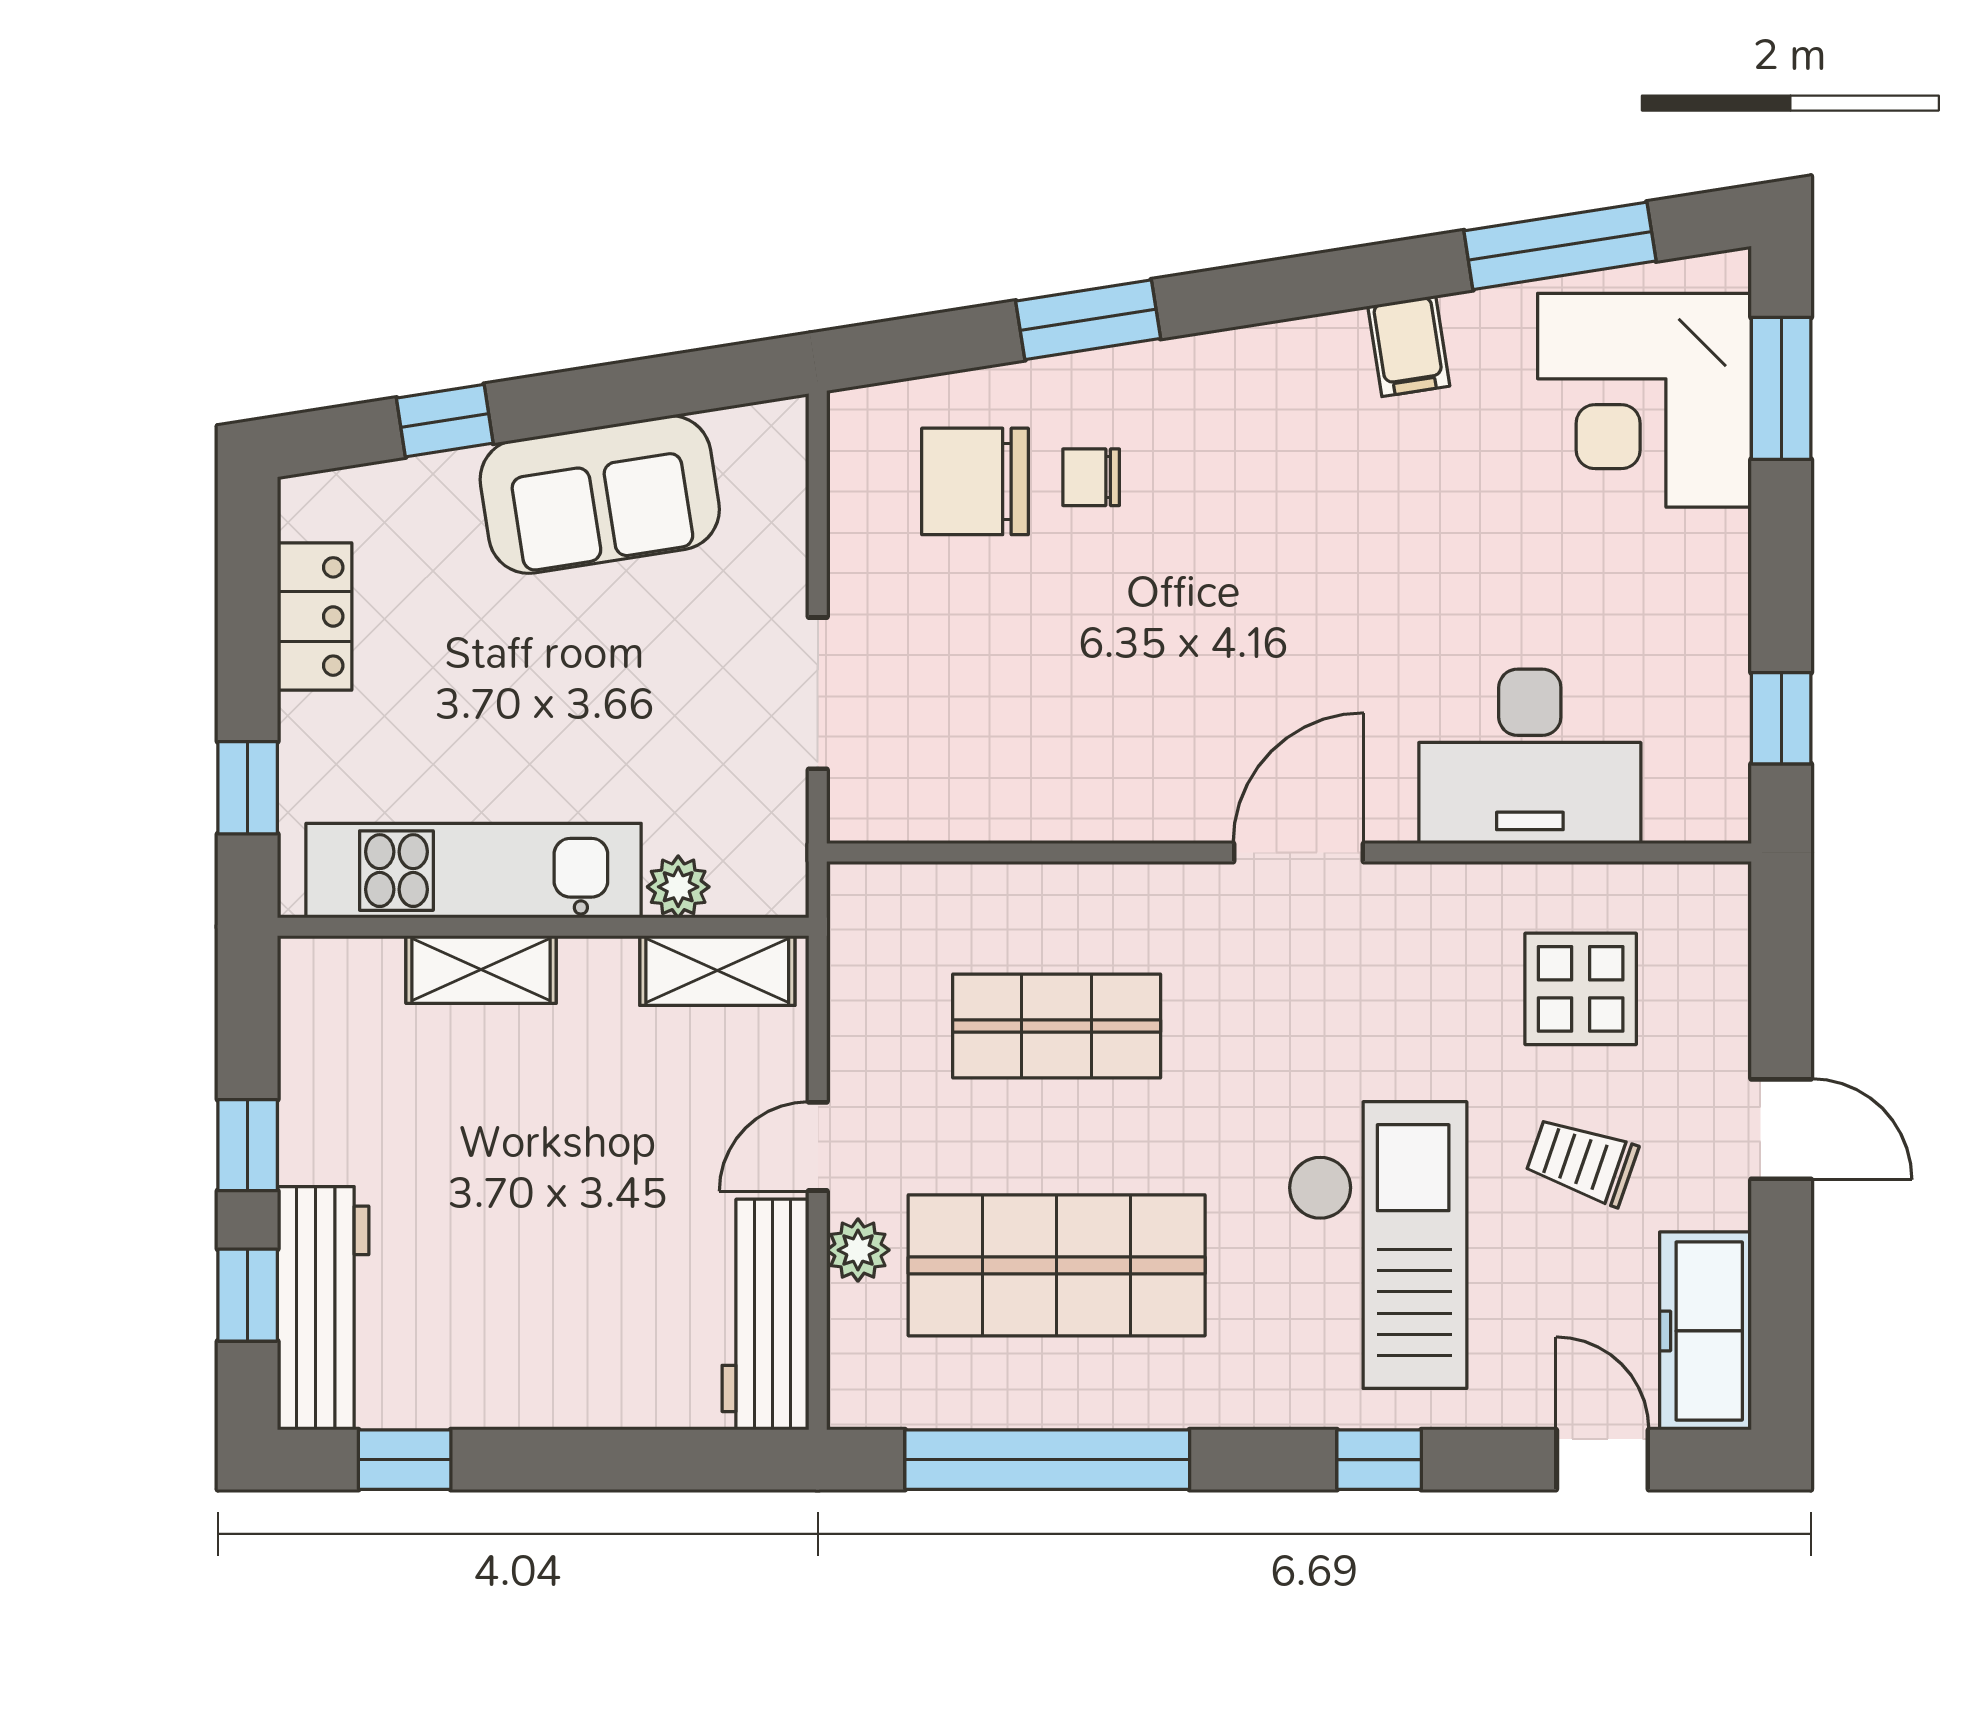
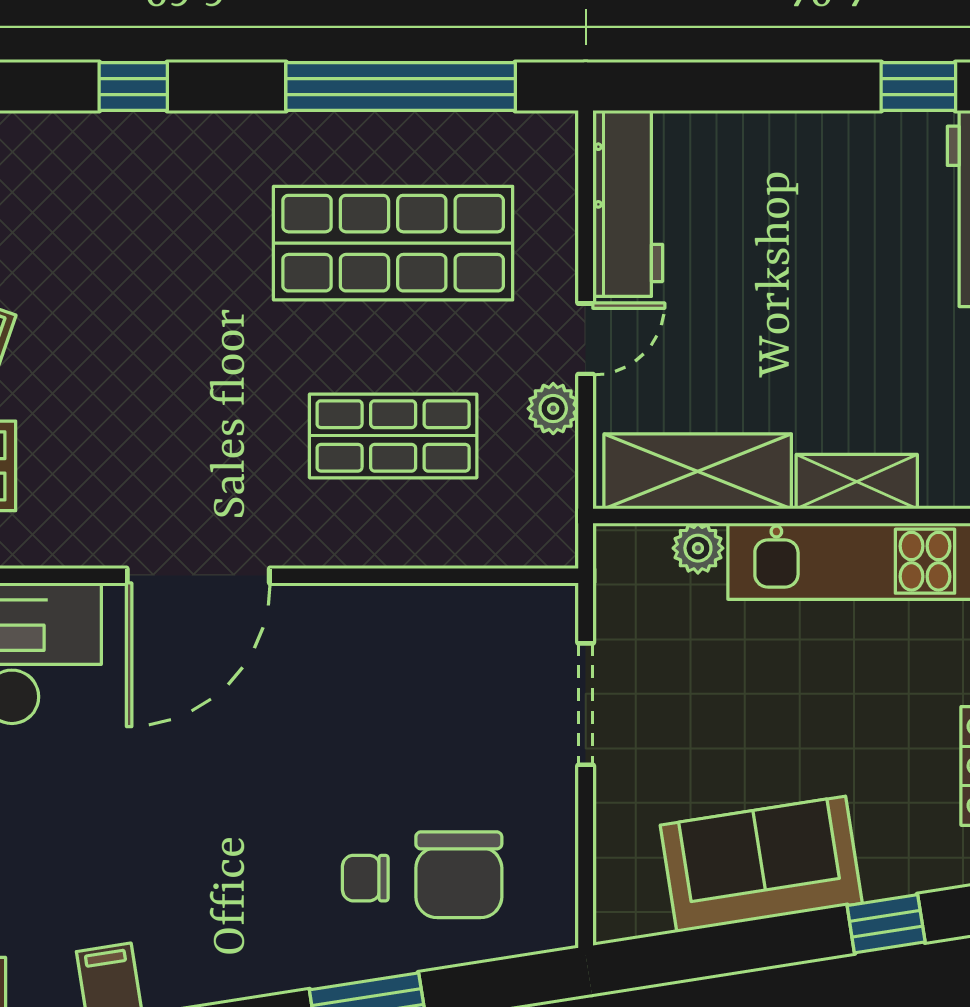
chair: (1091, 477) -> (365, 878), turned 180
chair: (975, 481) -> (459, 875), turned 90
door: (1298, 852) -> (198, 576), width x1.36
shelving: (717, 971) -> (698, 471), width x1.50, depth x1.33
checkout: (1377, 1245) -> (135, 259), removed
plant: (858, 1250) -> (553, 409), moved

